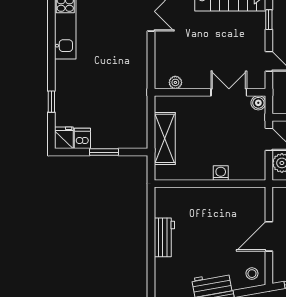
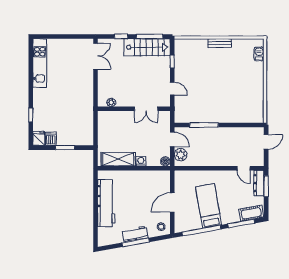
double door: (229, 92) -> (146, 109), swing flipped
boiler: (258, 103) -> (165, 161), moved
shelving: (165, 138) -> (118, 159), moved, turned 90
workbench: (164, 237) -> (106, 203), width x1.88, depth x1.32

